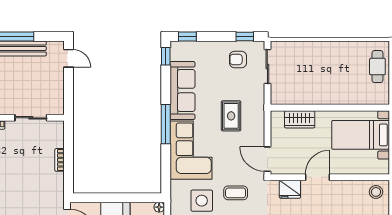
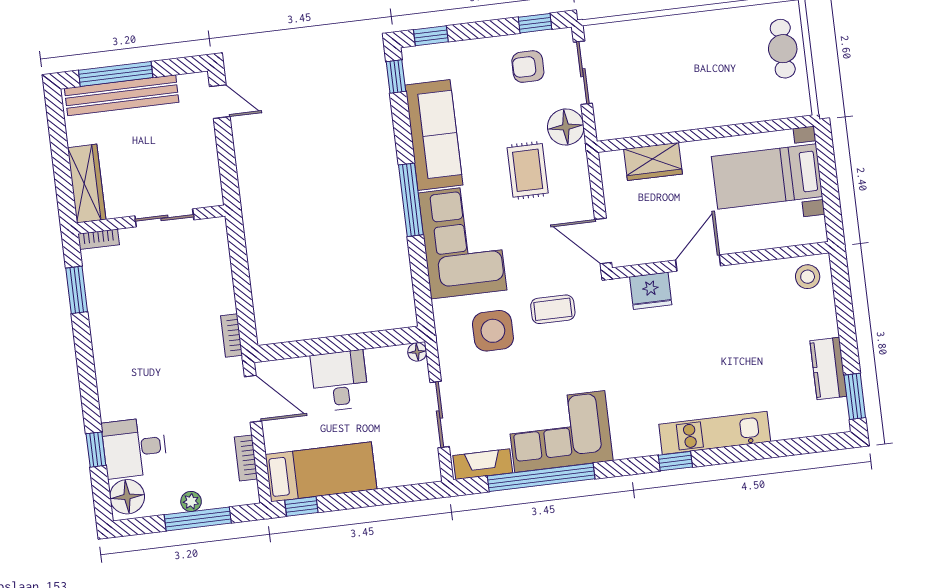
floor lamp: (255, 95) -> (566, 127), added
bookcase: (60, 160) -> (232, 336), moved

